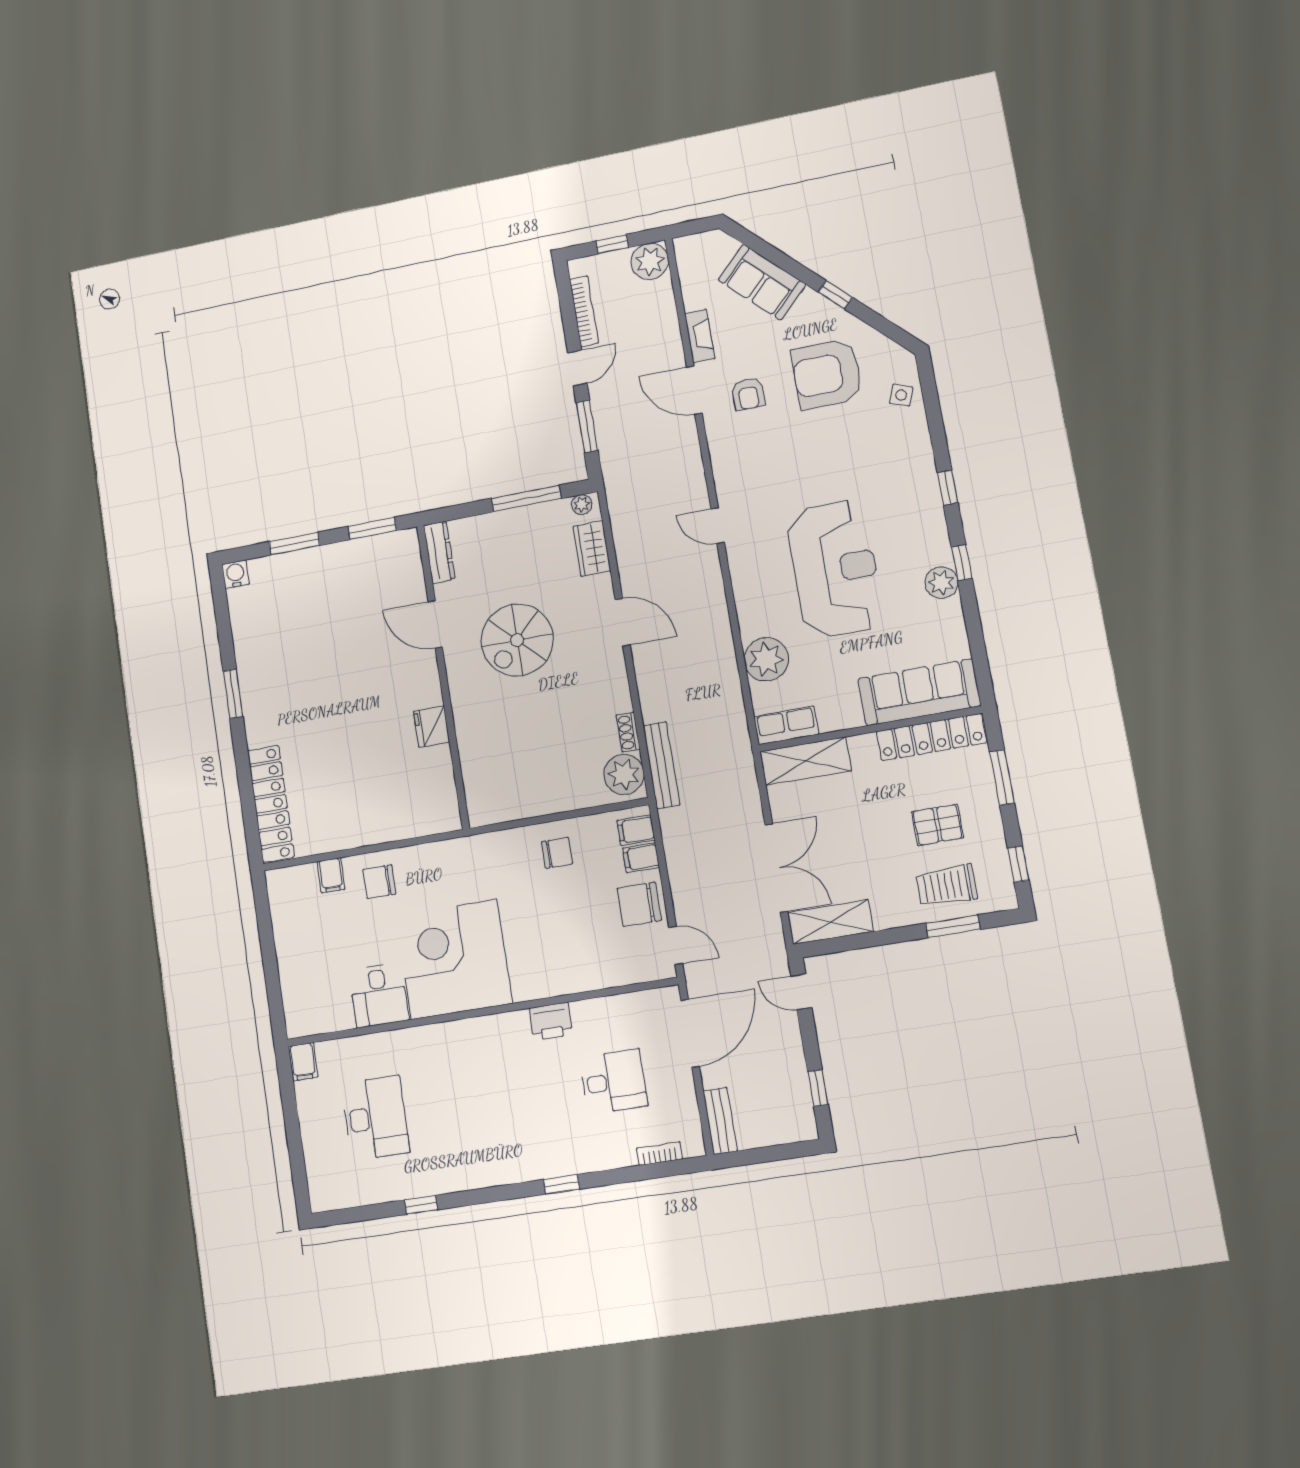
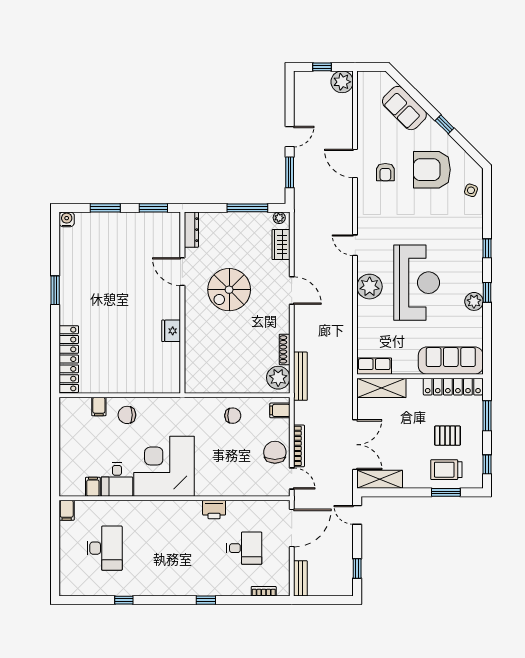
bookcase: (584, 311) -> (299, 446), moved
fireplace: (700, 336) -> (363, 132), removed
plant: (766, 659) -> (370, 287), moved
shoe rack: (628, 732) -> (285, 349), width x1.43
filing cabinet: (641, 858) -> (93, 487), moved, turned 90
chair: (639, 904) -> (275, 452), turned 90

